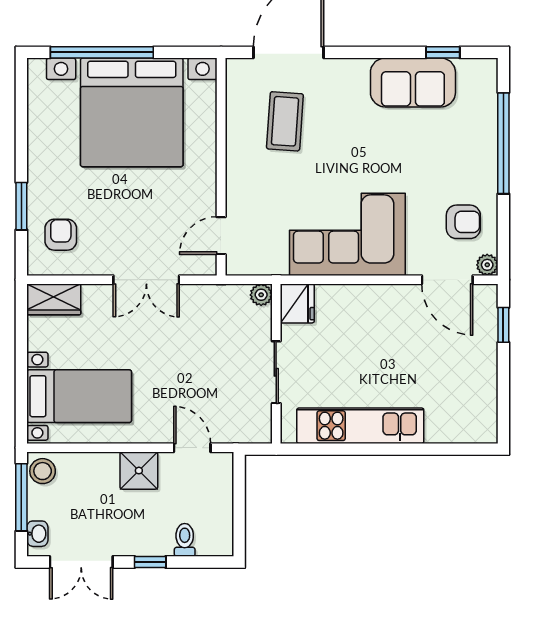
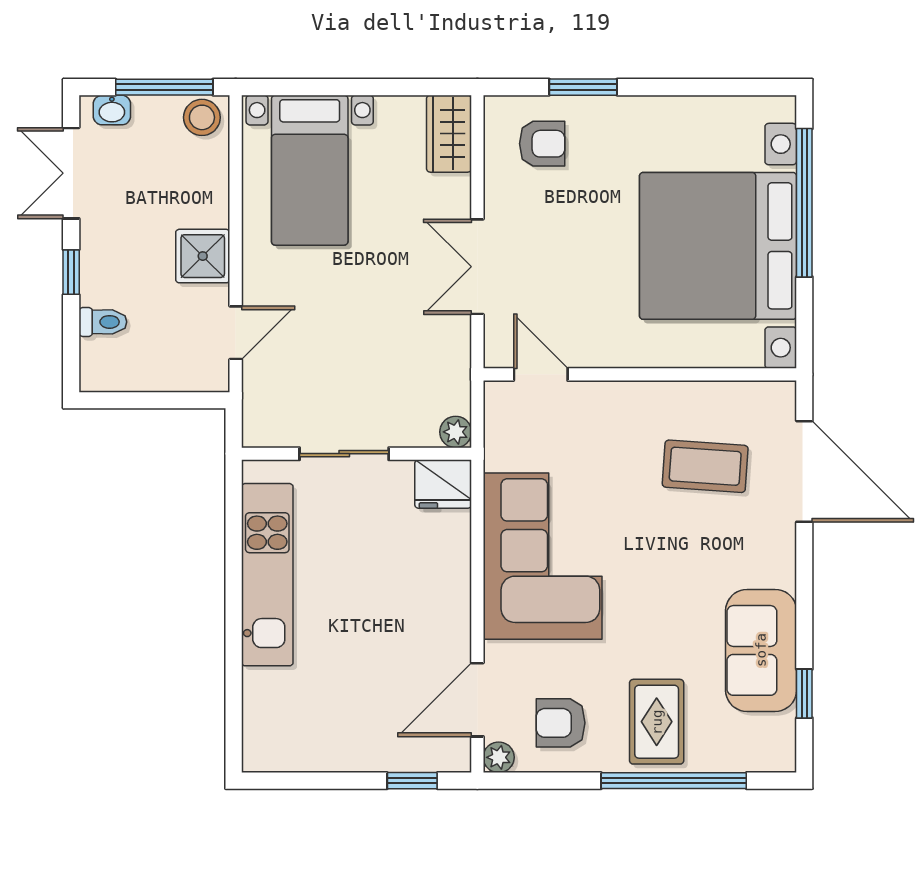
rug: (463, 155) -> (657, 722), added
armchair: (463, 222) -> (561, 723), turned 90

